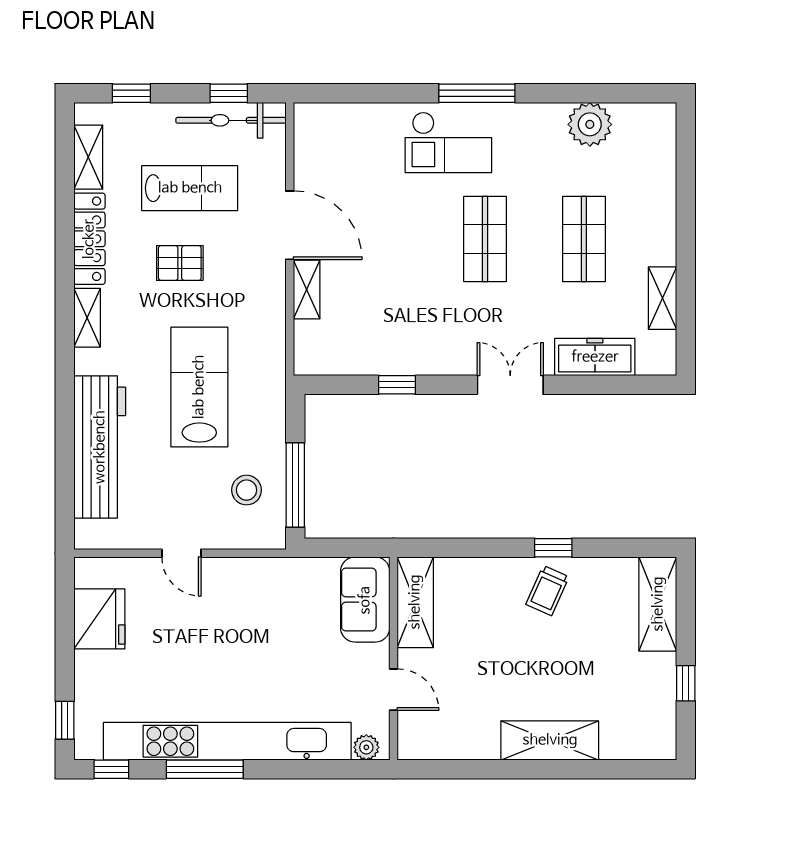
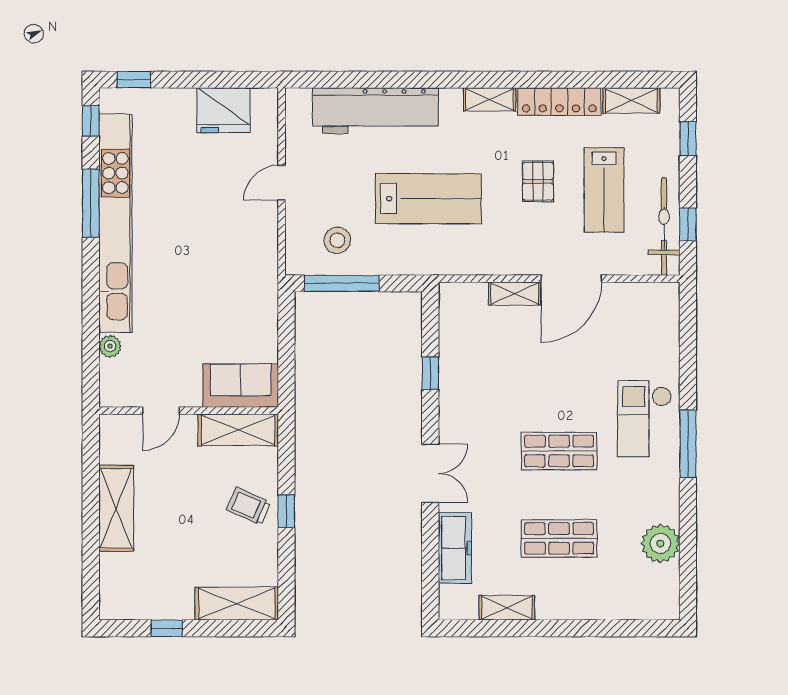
sofa: (365, 600) -> (241, 386), moved
shelving: (415, 602) -> (238, 430), moved
wall: (393, 658) -> (189, 411), moved
door: (393, 690) -> (161, 411), moved

